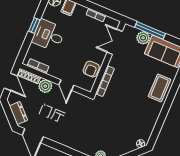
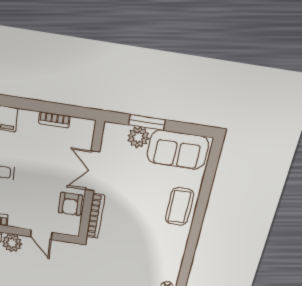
window: (150, 30) -> (147, 122), width x0.69
double door: (115, 42) -> (93, 171), moved

